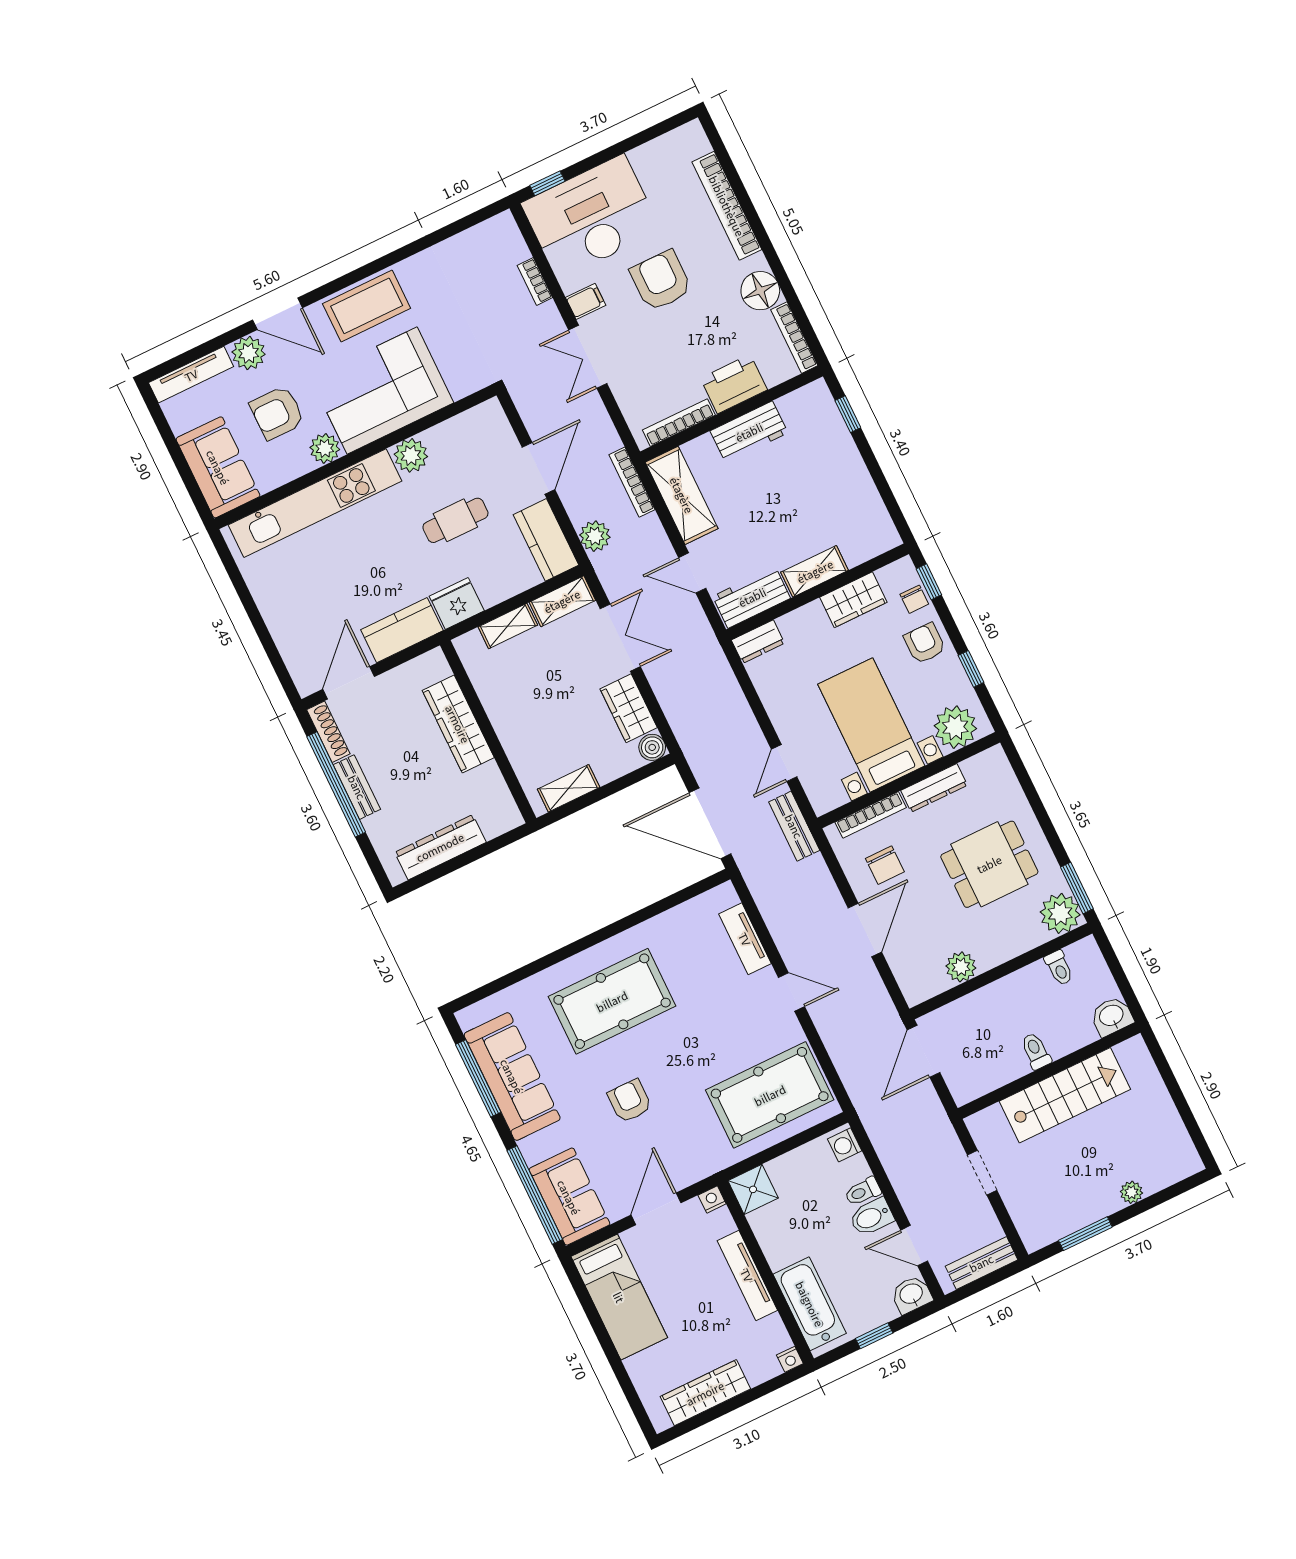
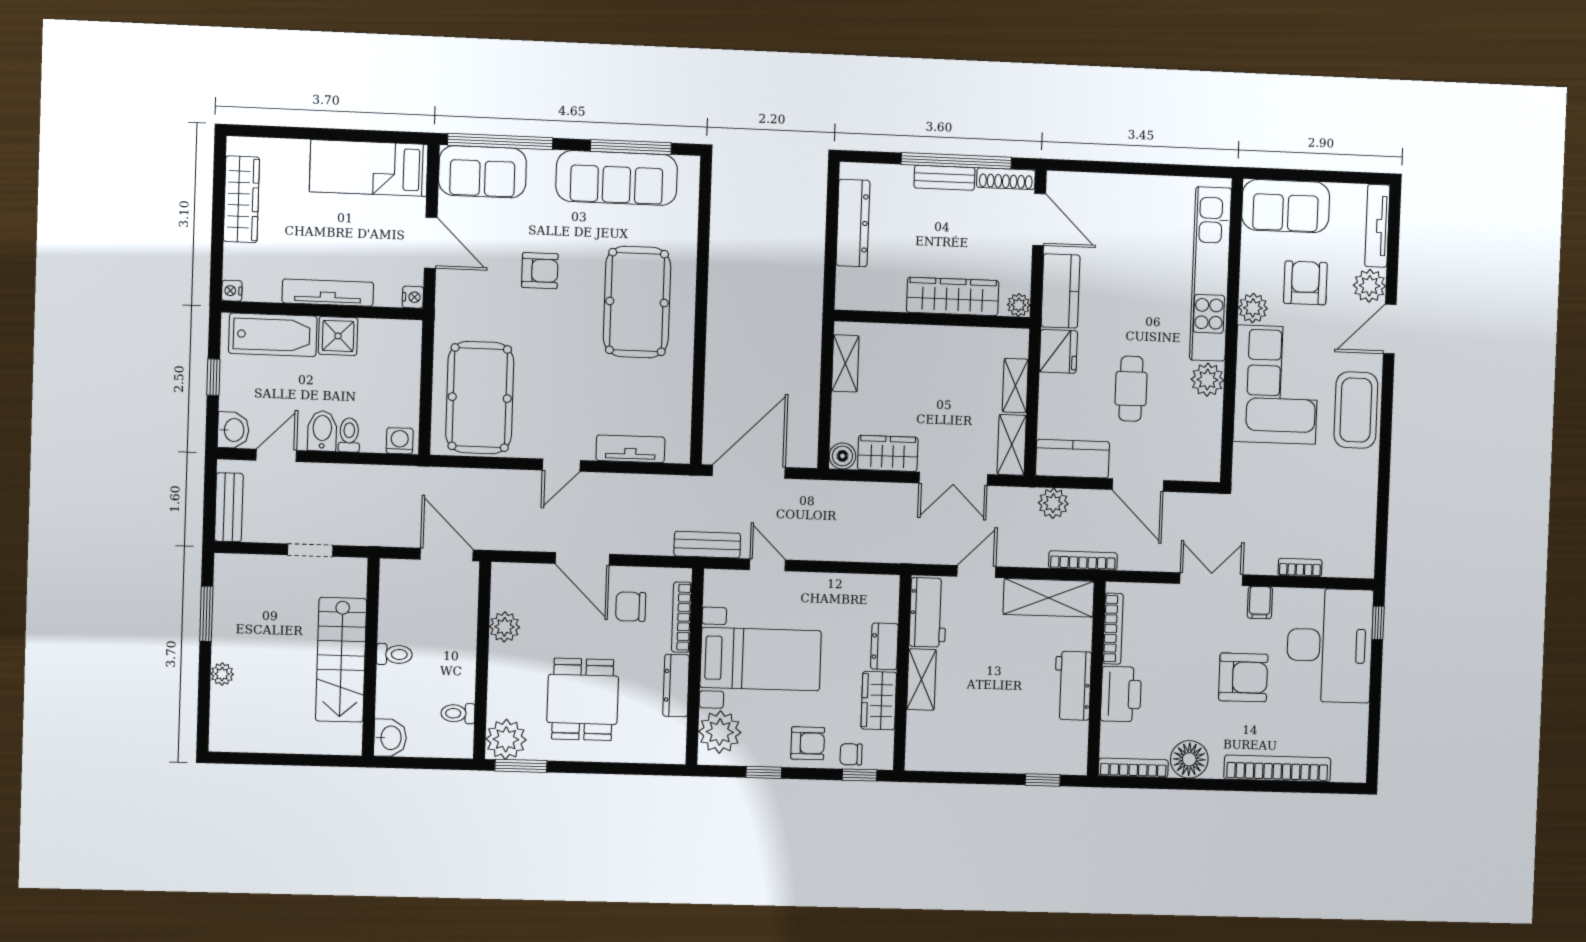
dresser: (758, 642) -> (884, 646), moved
plant: (434, 661) -> (1019, 305), added
shower: (753, 1189) -> (338, 336), moved

